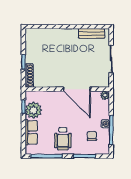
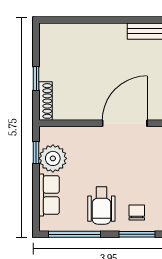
door: (77, 89) -> (125, 123), swing flipped
chair: (92, 136) -> (137, 213), moved

